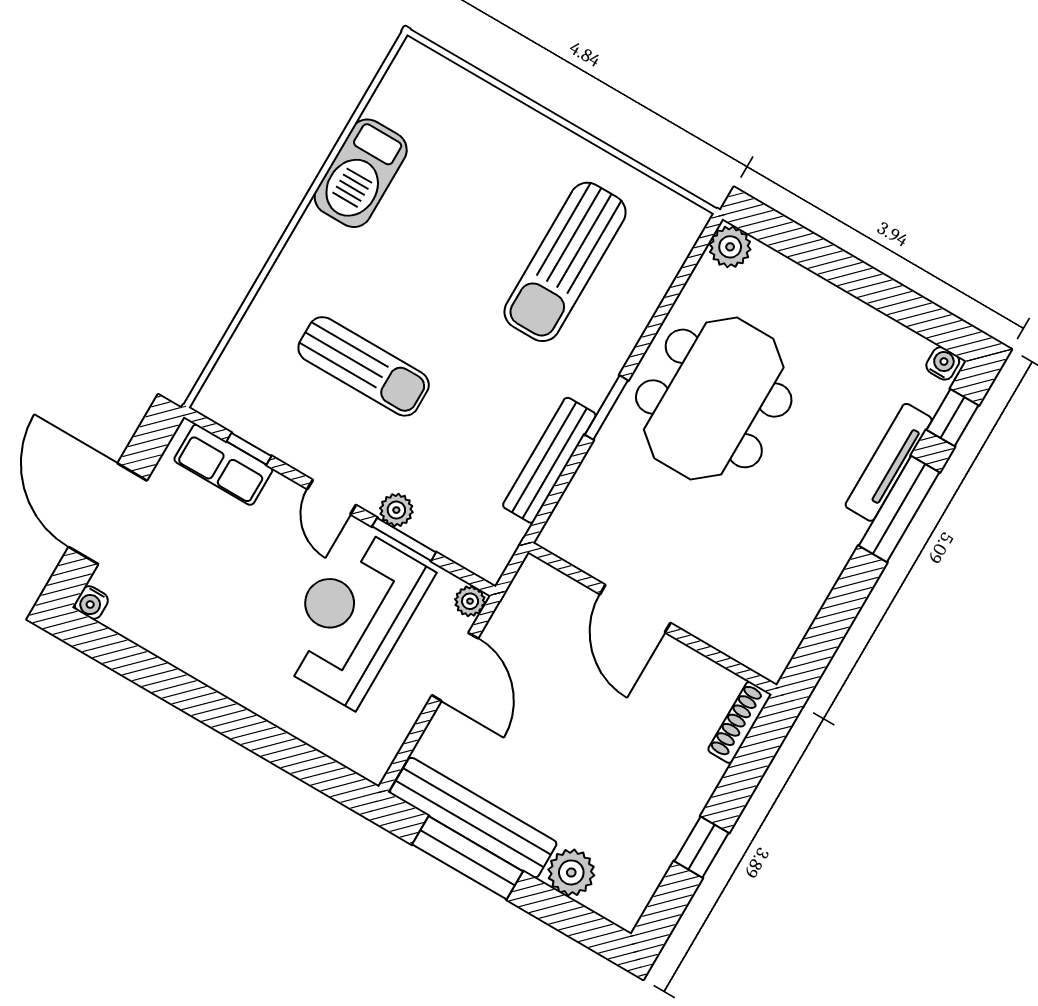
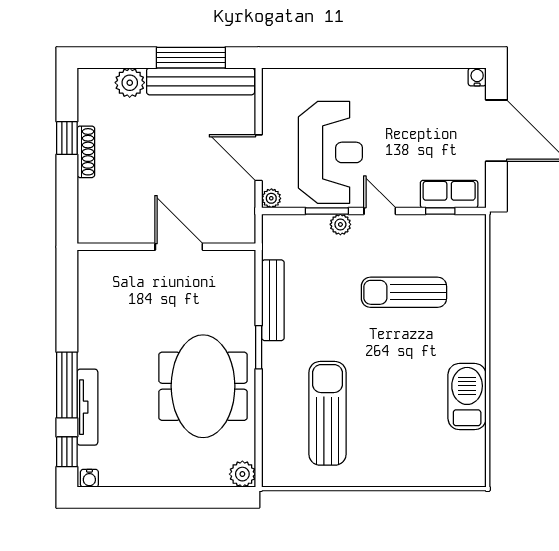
shoe rack: (739, 722) -> (86, 152), moved

